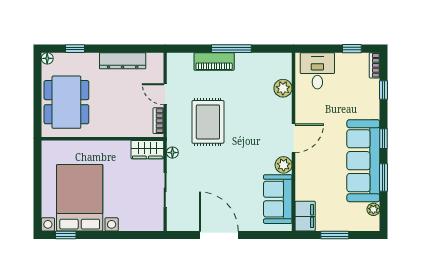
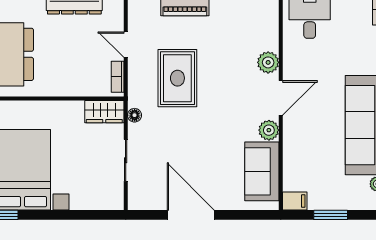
plant: (283, 88) -> (268, 62), moved
filing cabinet: (305, 216) -> (295, 201), width x0.50

